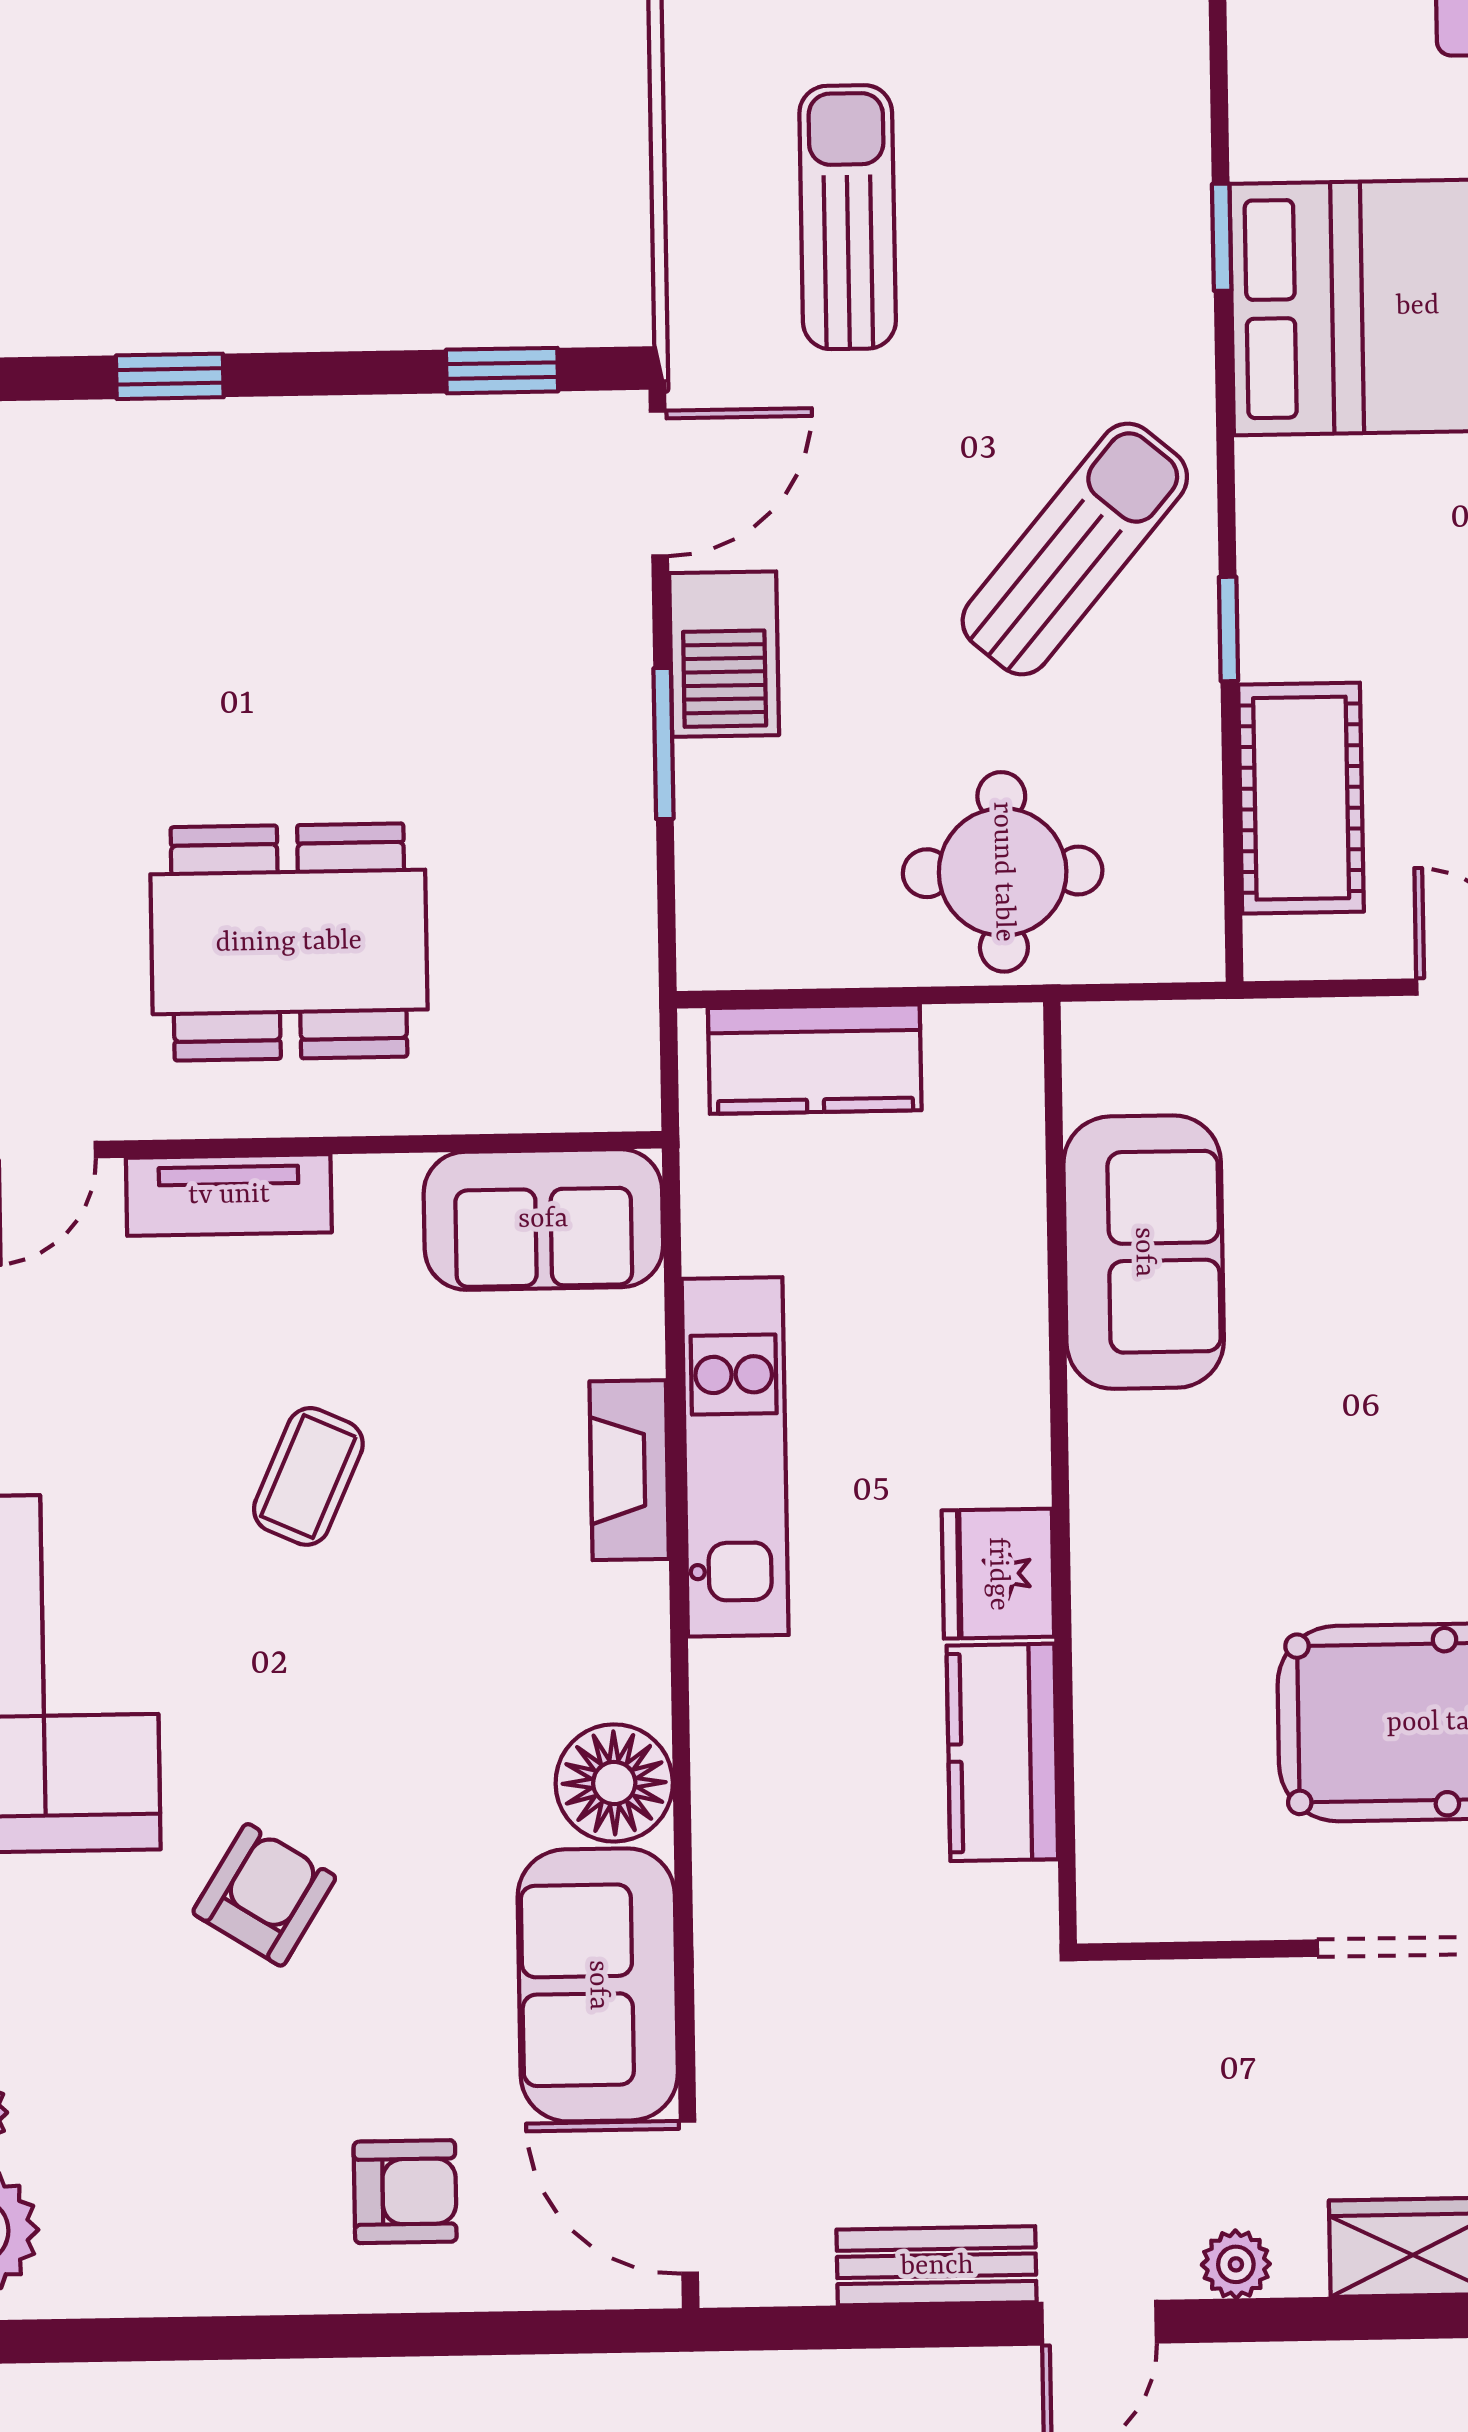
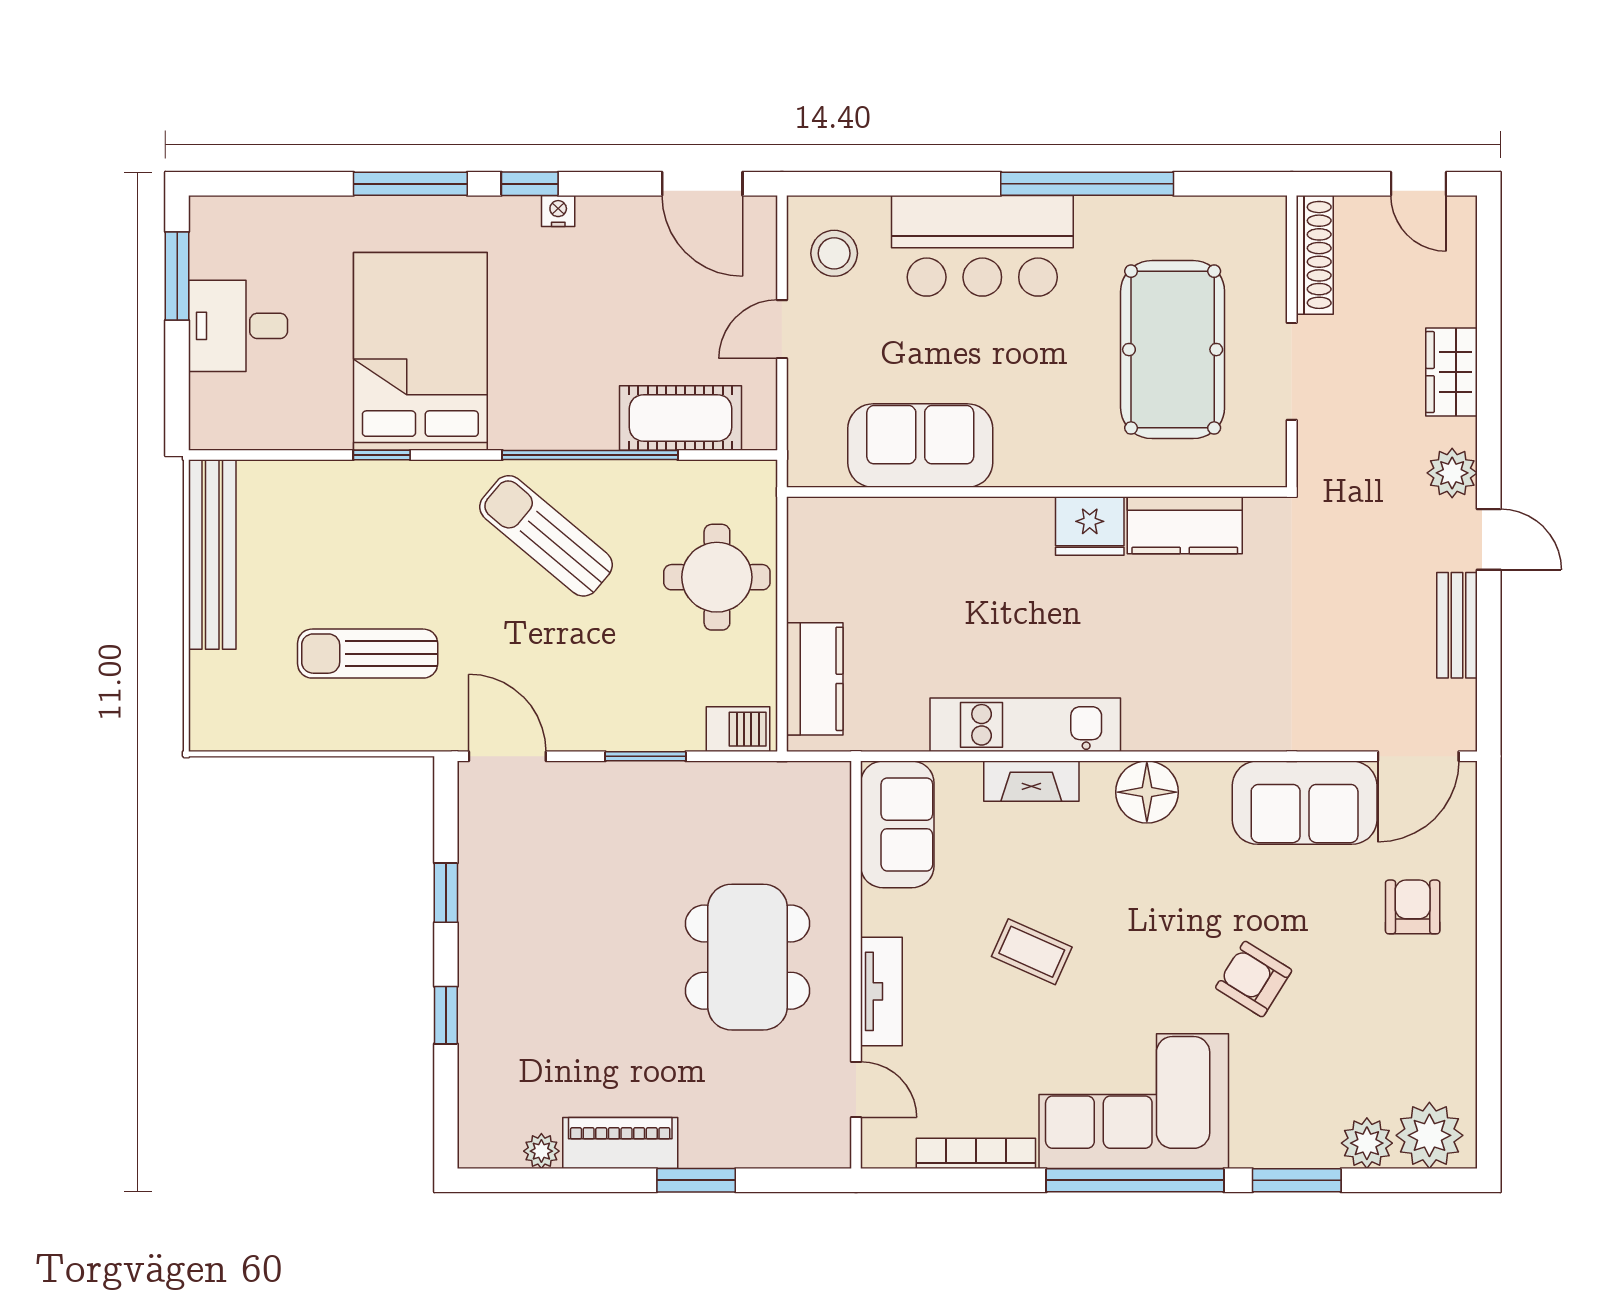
window: (502, 371) -> (446, 893), moved
window: (1228, 629) -> (590, 455), width x3.17
barbecue: (724, 654) -> (738, 729), moved, width x0.73, depth x0.79
sofa: (1144, 1252) -> (920, 446), moved
wall: (1060, 1473) -> (1037, 492), moved
fridge: (998, 1574) -> (1090, 526), moved
kitchen counter: (1002, 1752) -> (1185, 525), moved
floor lamp: (614, 1783) -> (1147, 792), moved
plant: (1236, 2264) -> (1452, 473), width x1.38, depth x1.38

